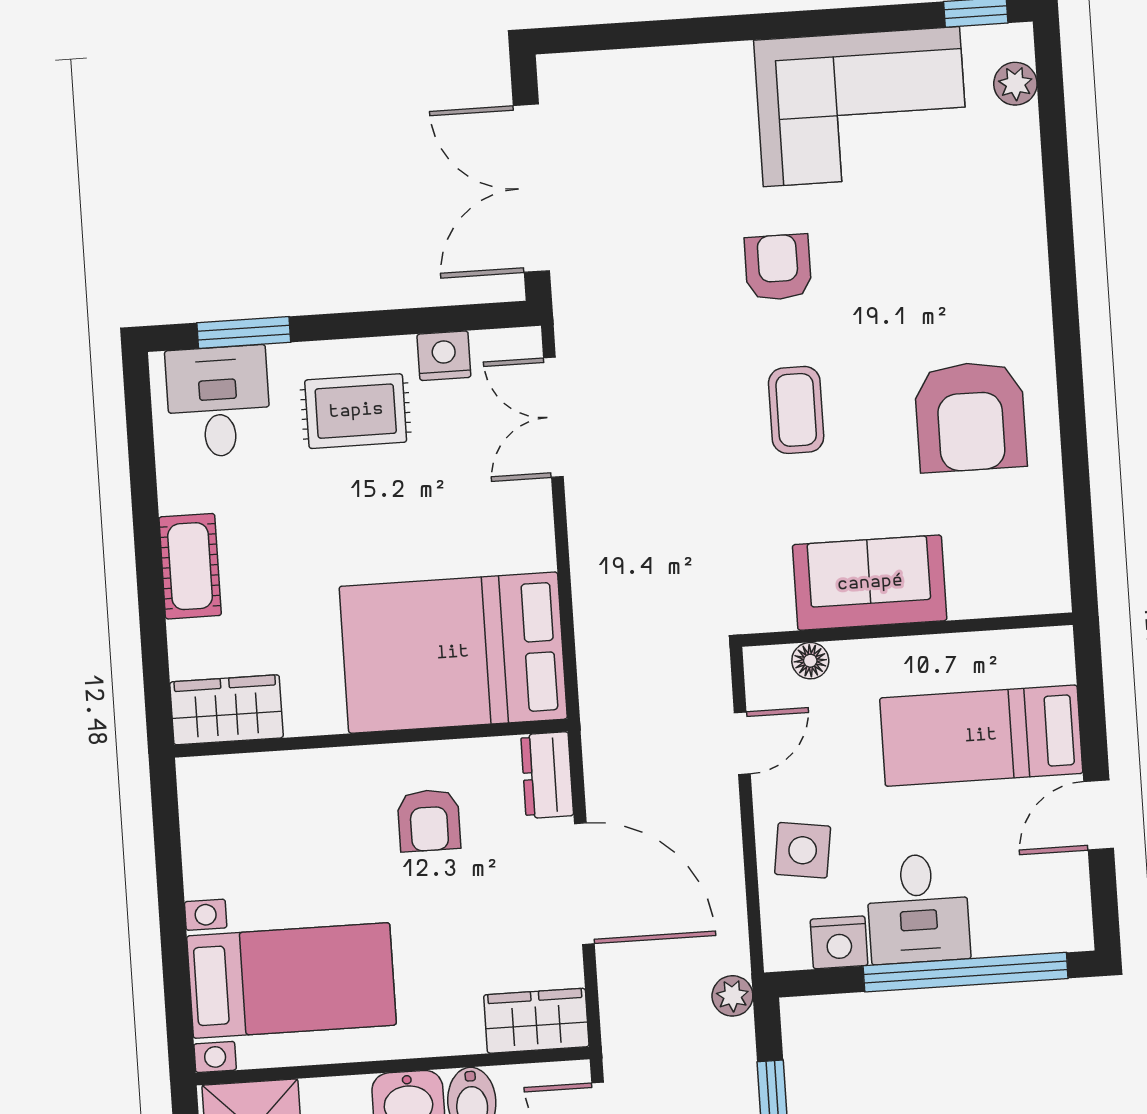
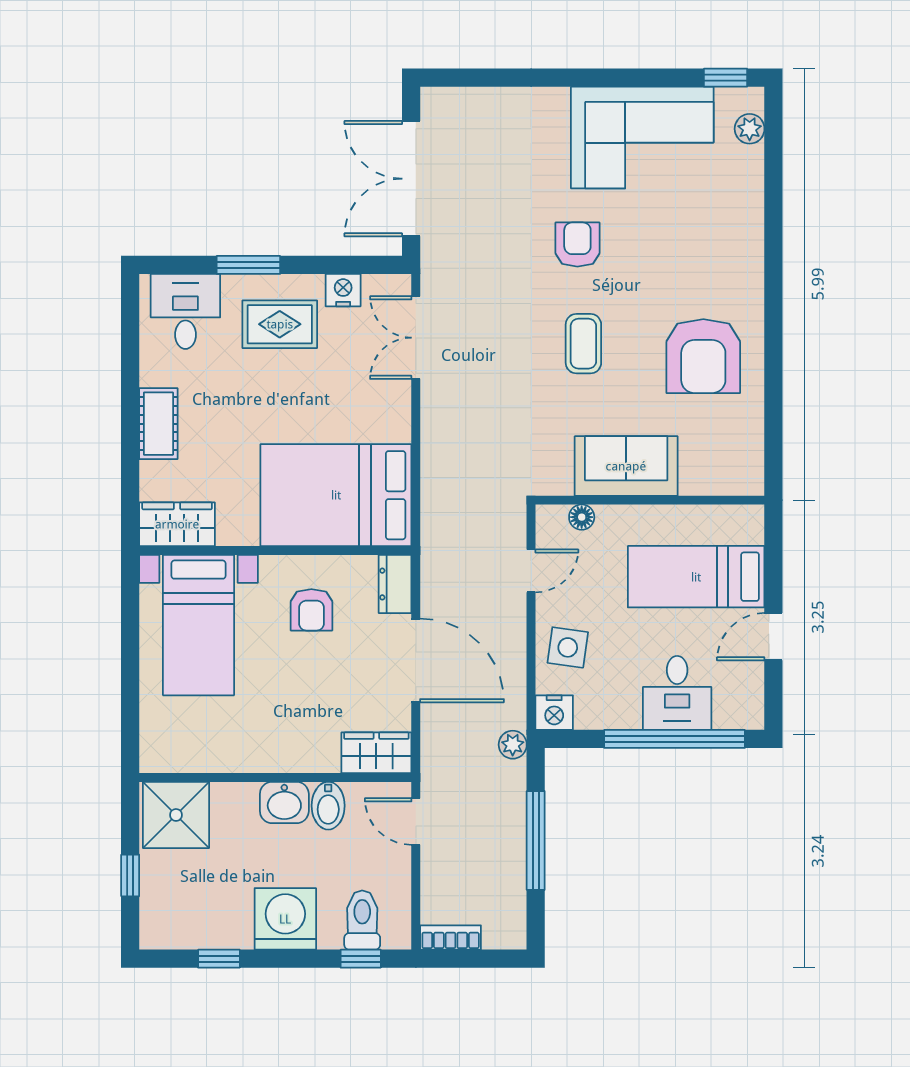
window: (244, 332) -> (248, 265), moved
desk: (918, 909) -> (677, 693), moved
nightstand: (839, 942) -> (554, 713), moved
bed with nightstands: (291, 980) -> (199, 625), moved, turned 90

